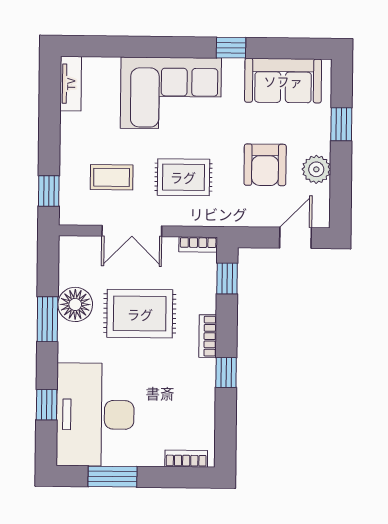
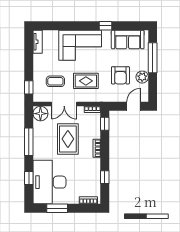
window: (341, 124) -> (153, 58), width x2.17
floor lamp: (75, 304) -> (40, 114), moved
rug: (140, 314) -> (68, 139), turned 90
window: (47, 319) -> (29, 142), width x1.44
window: (226, 373) -> (105, 177), moved

